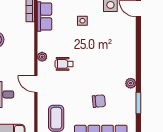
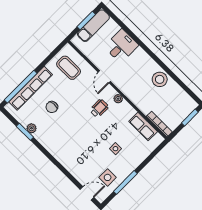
plant: (131, 83) -> (31, 128), moved
door: (36, 84) -> (104, 77), swing flipped

